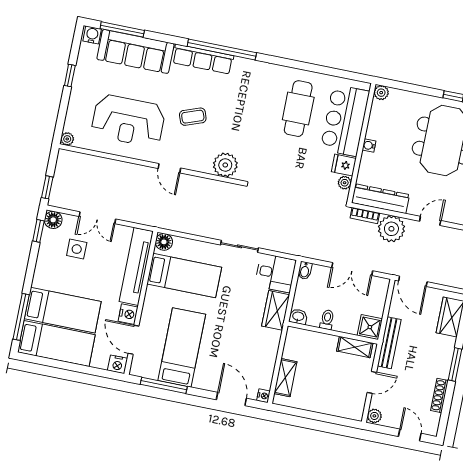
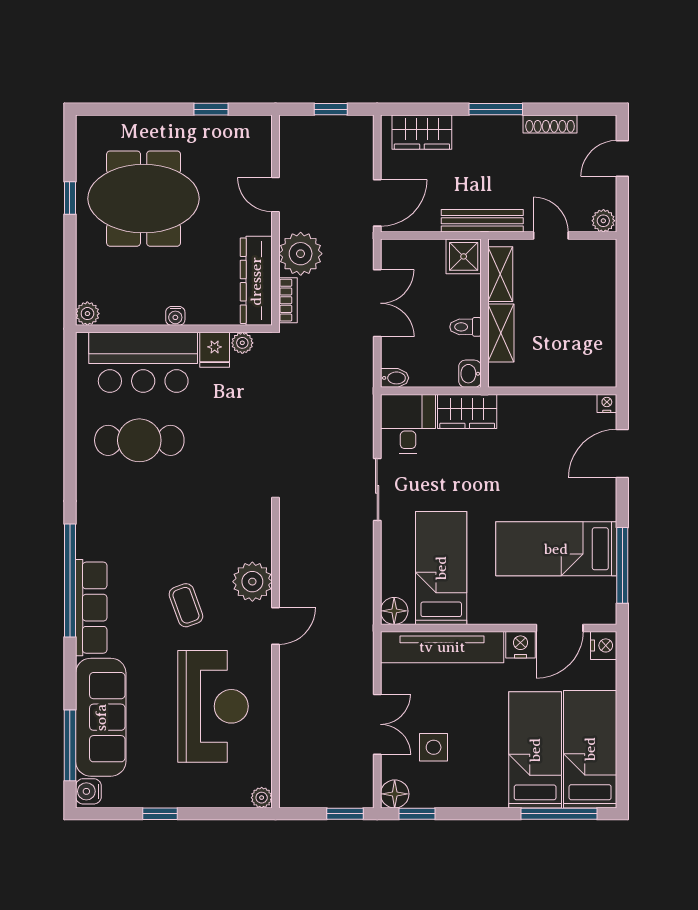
plant: (225, 165) -> (252, 582), moved
shelving: (285, 378) -> (501, 333), moved, turned 90

